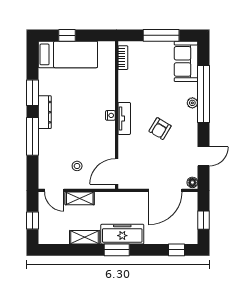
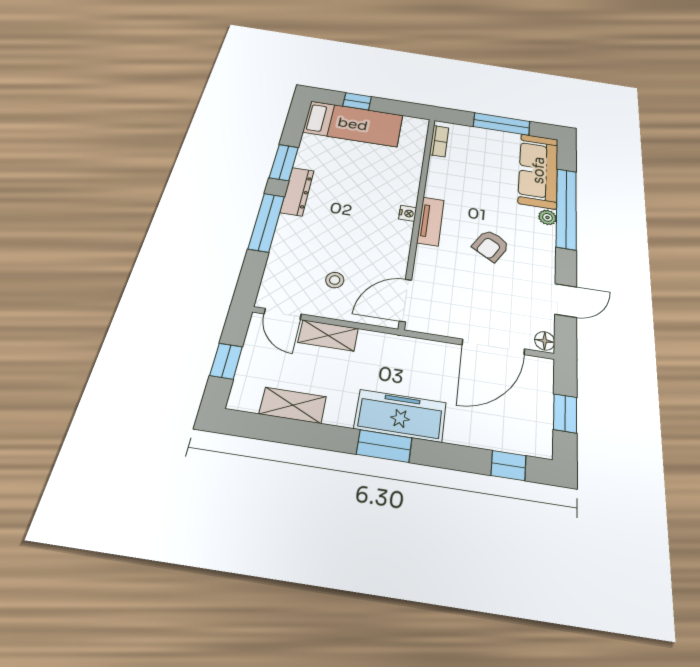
sofa: (186, 61) -> (538, 170), width x1.36
shelving: (85, 237) -> (293, 405), moved

